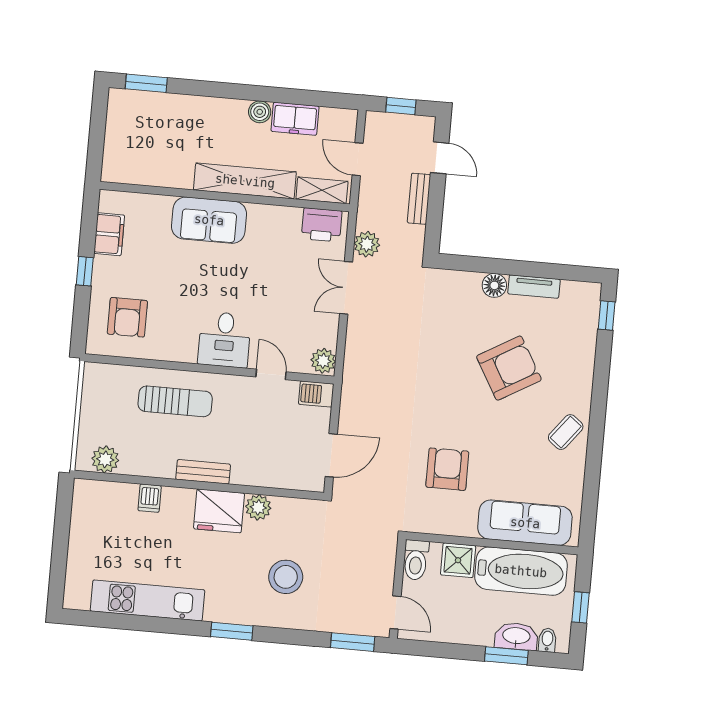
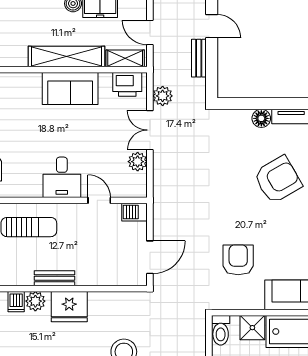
sofa: (209, 220) -> (70, 88), moved
plant: (323, 361) -> (138, 162), moved
plant: (258, 507) -> (35, 301), moved

